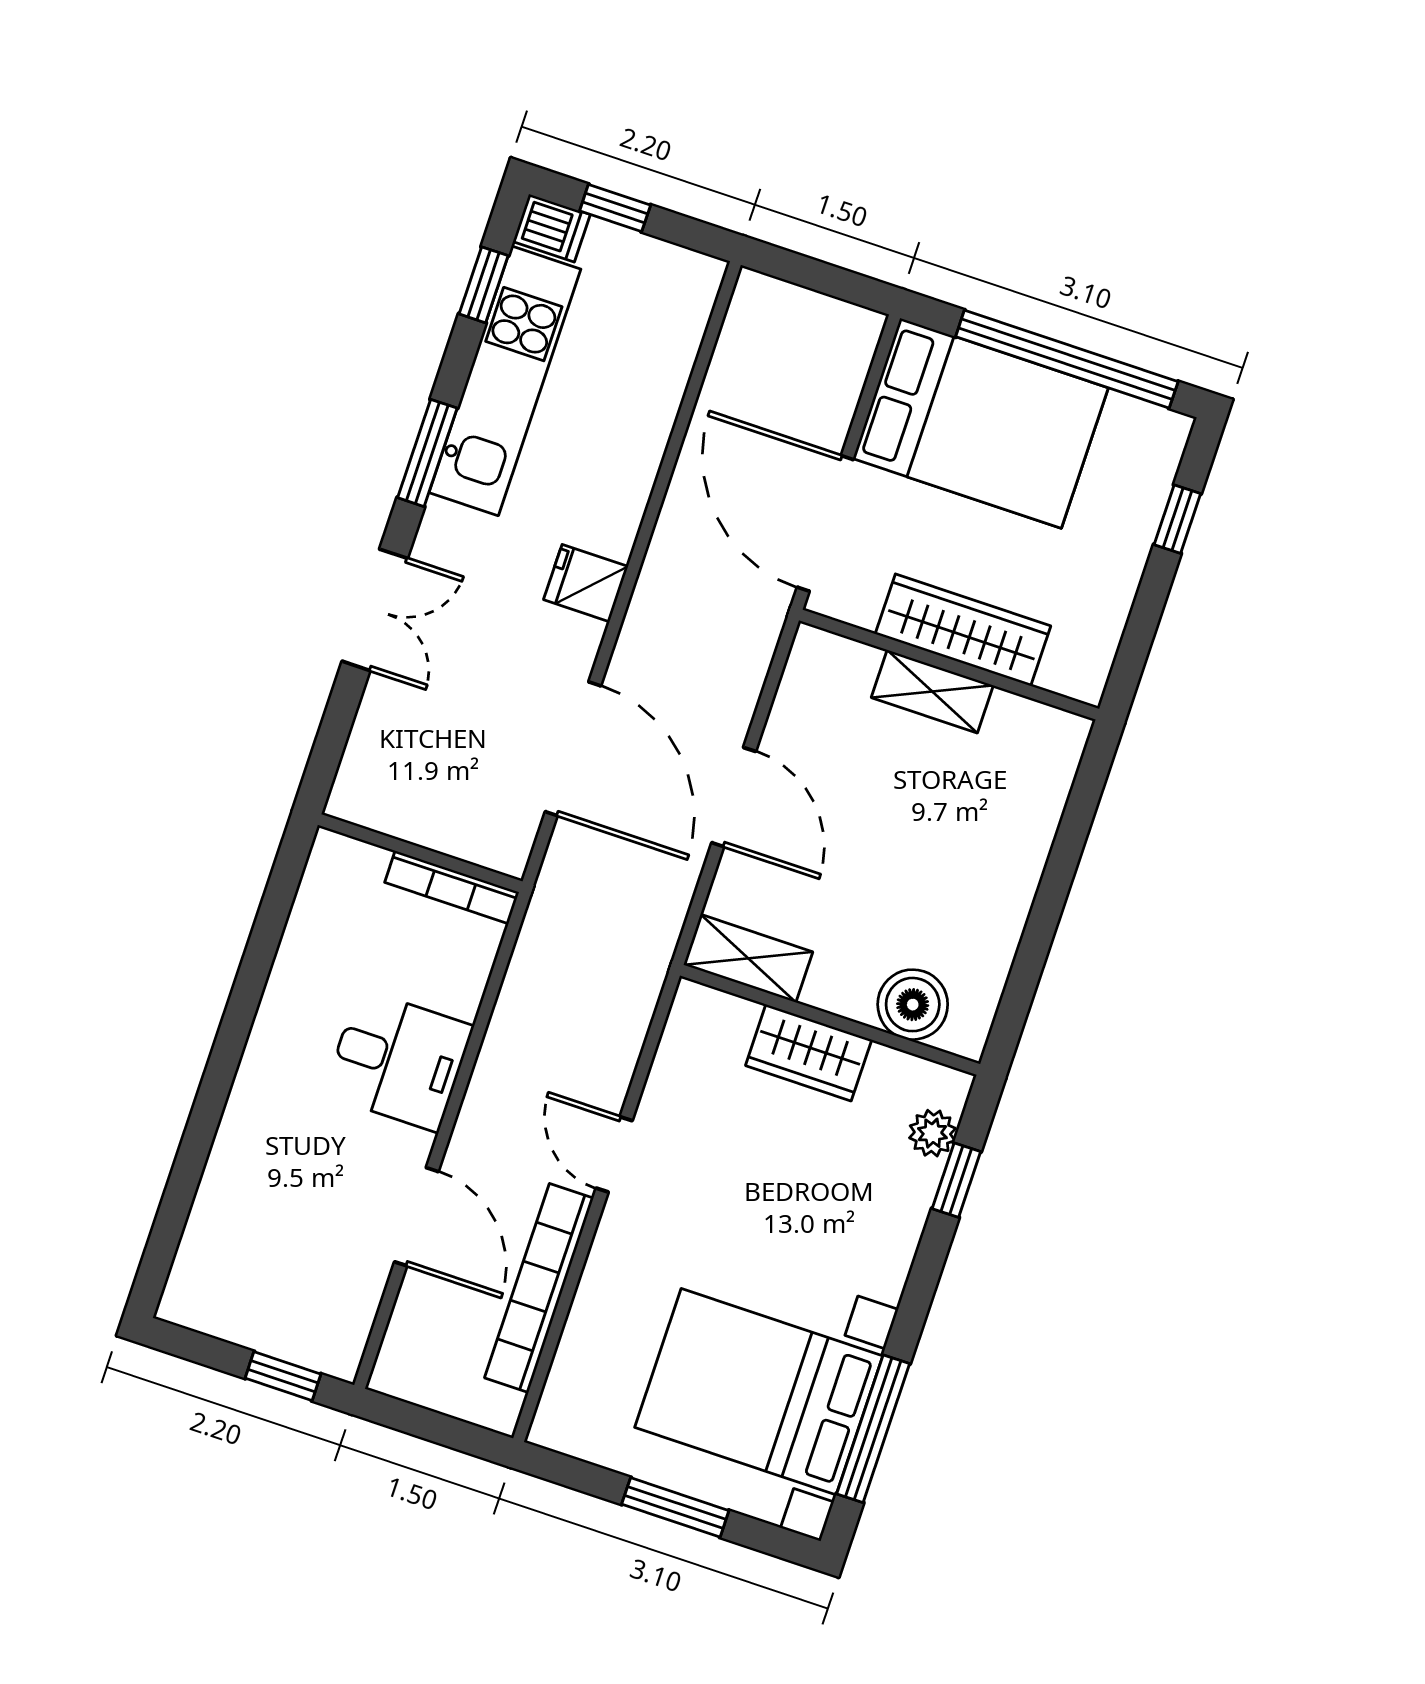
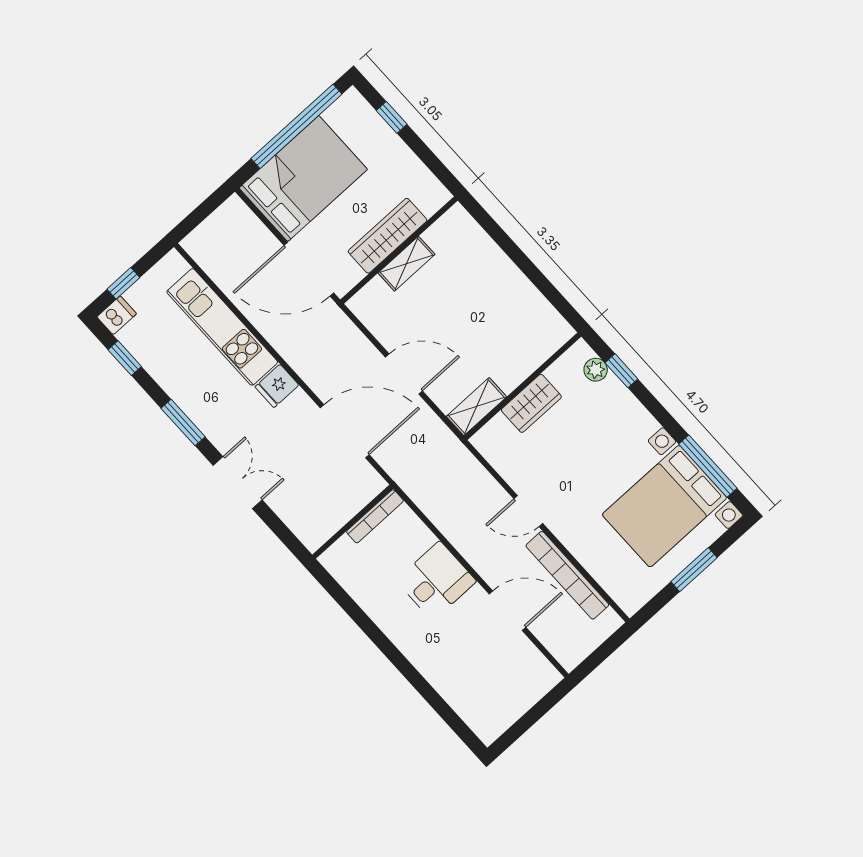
kitchen unit: (505, 381) -> (222, 327), moved, turned 180
boiler: (913, 1005) -> (536, 347), removed
window: (283, 1376) -> (544, 706), removed

